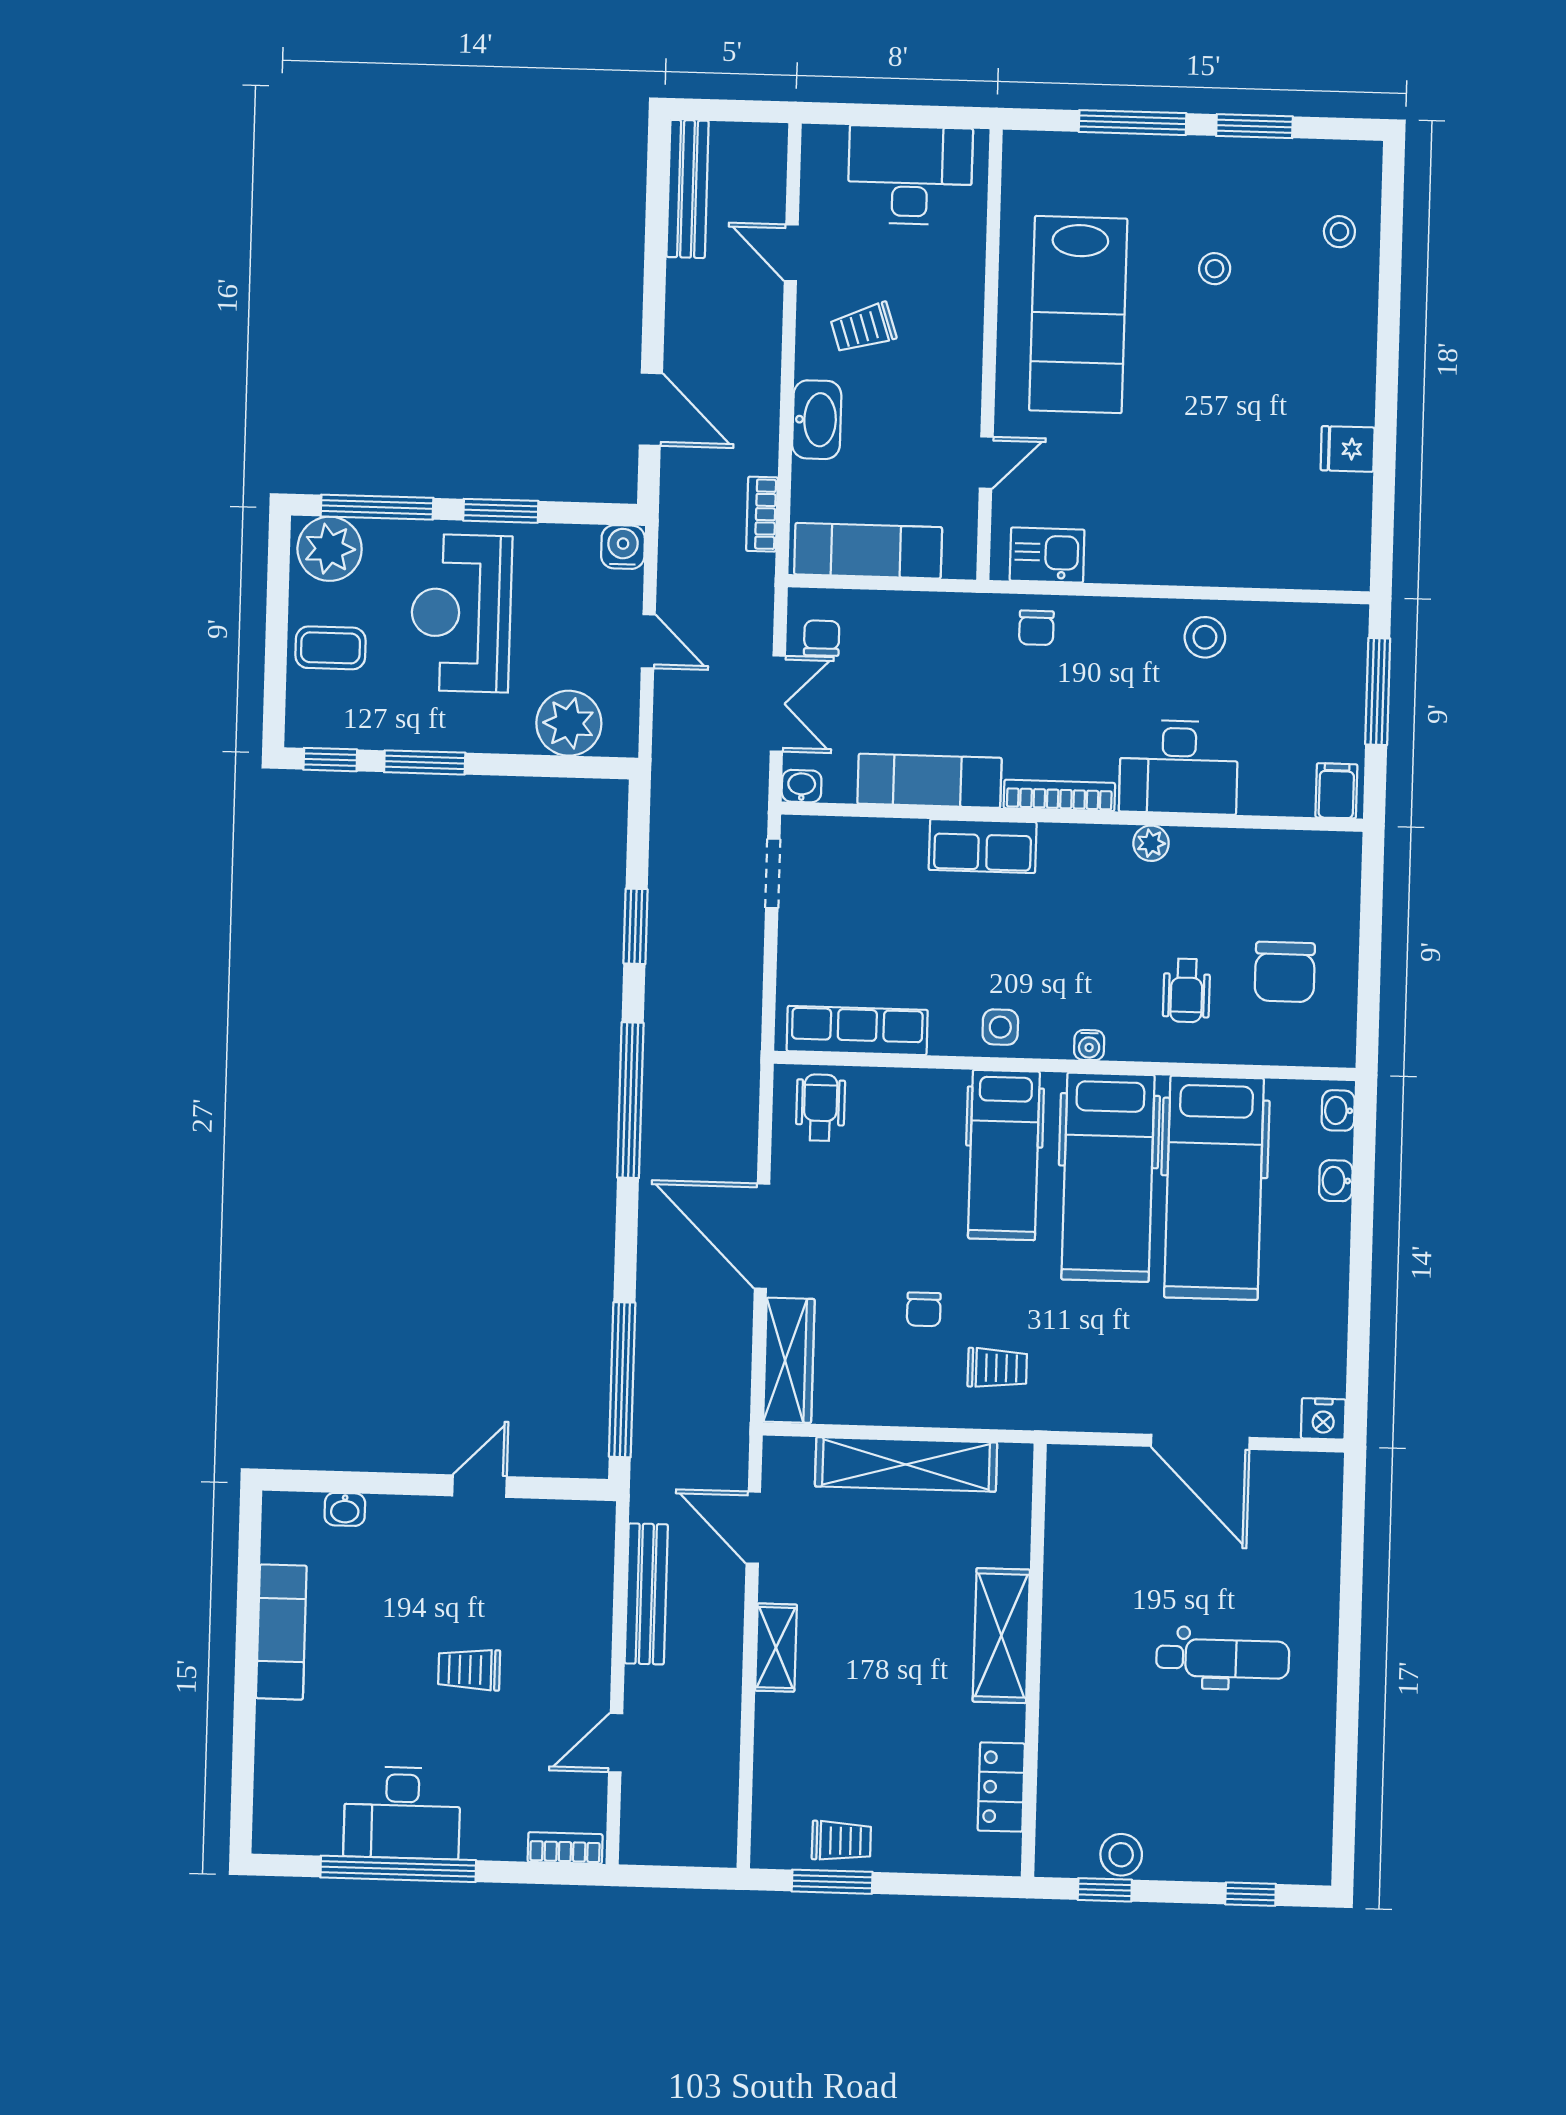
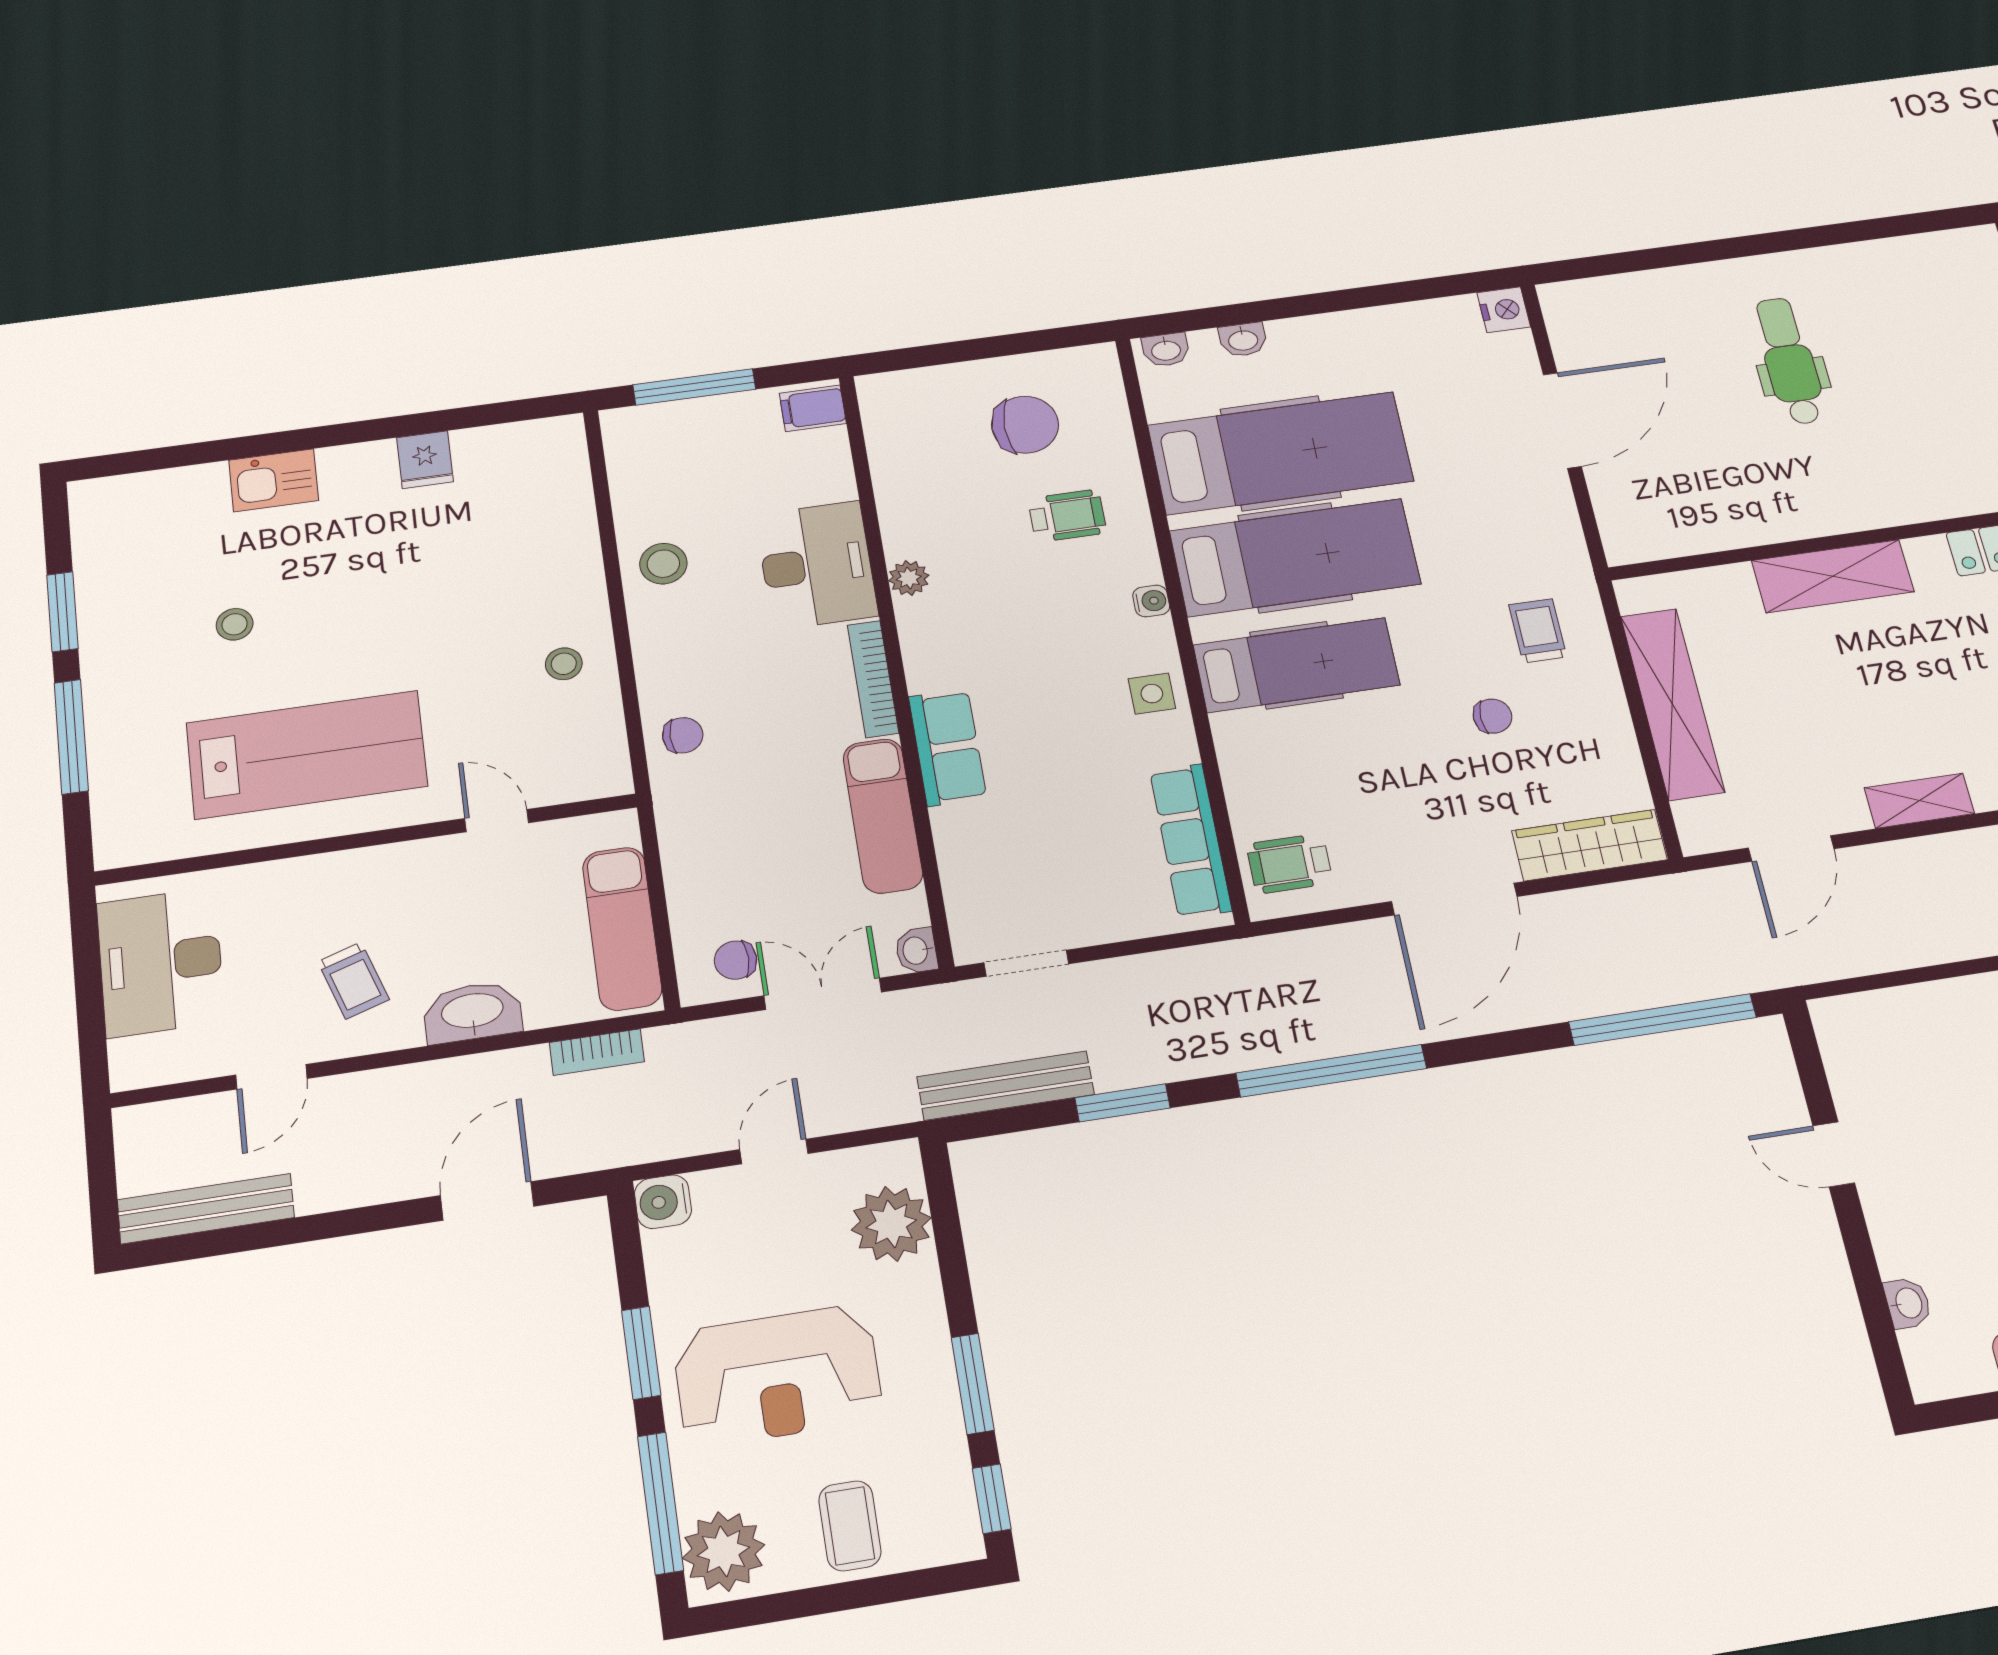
stool: (1339, 232) -> (564, 664), moved
kitchen sink: (1047, 555) -> (274, 480), moved, turned -90
bench: (646, 1594) -> (1006, 1086), moved

